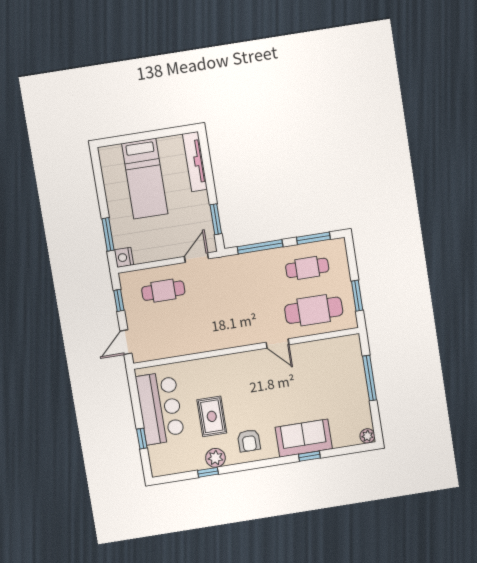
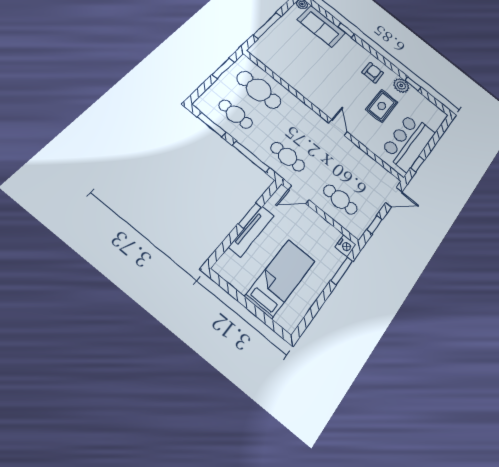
tv unit: (195, 162) -> (252, 231), moved
window: (216, 219) -> (250, 216), moved
cafe table: (235, 279) -> (288, 157), added
door: (277, 343) -> (338, 128), moved
sofa: (304, 438) -> (321, 26), moved
window: (142, 439) -> (417, 164), moved

